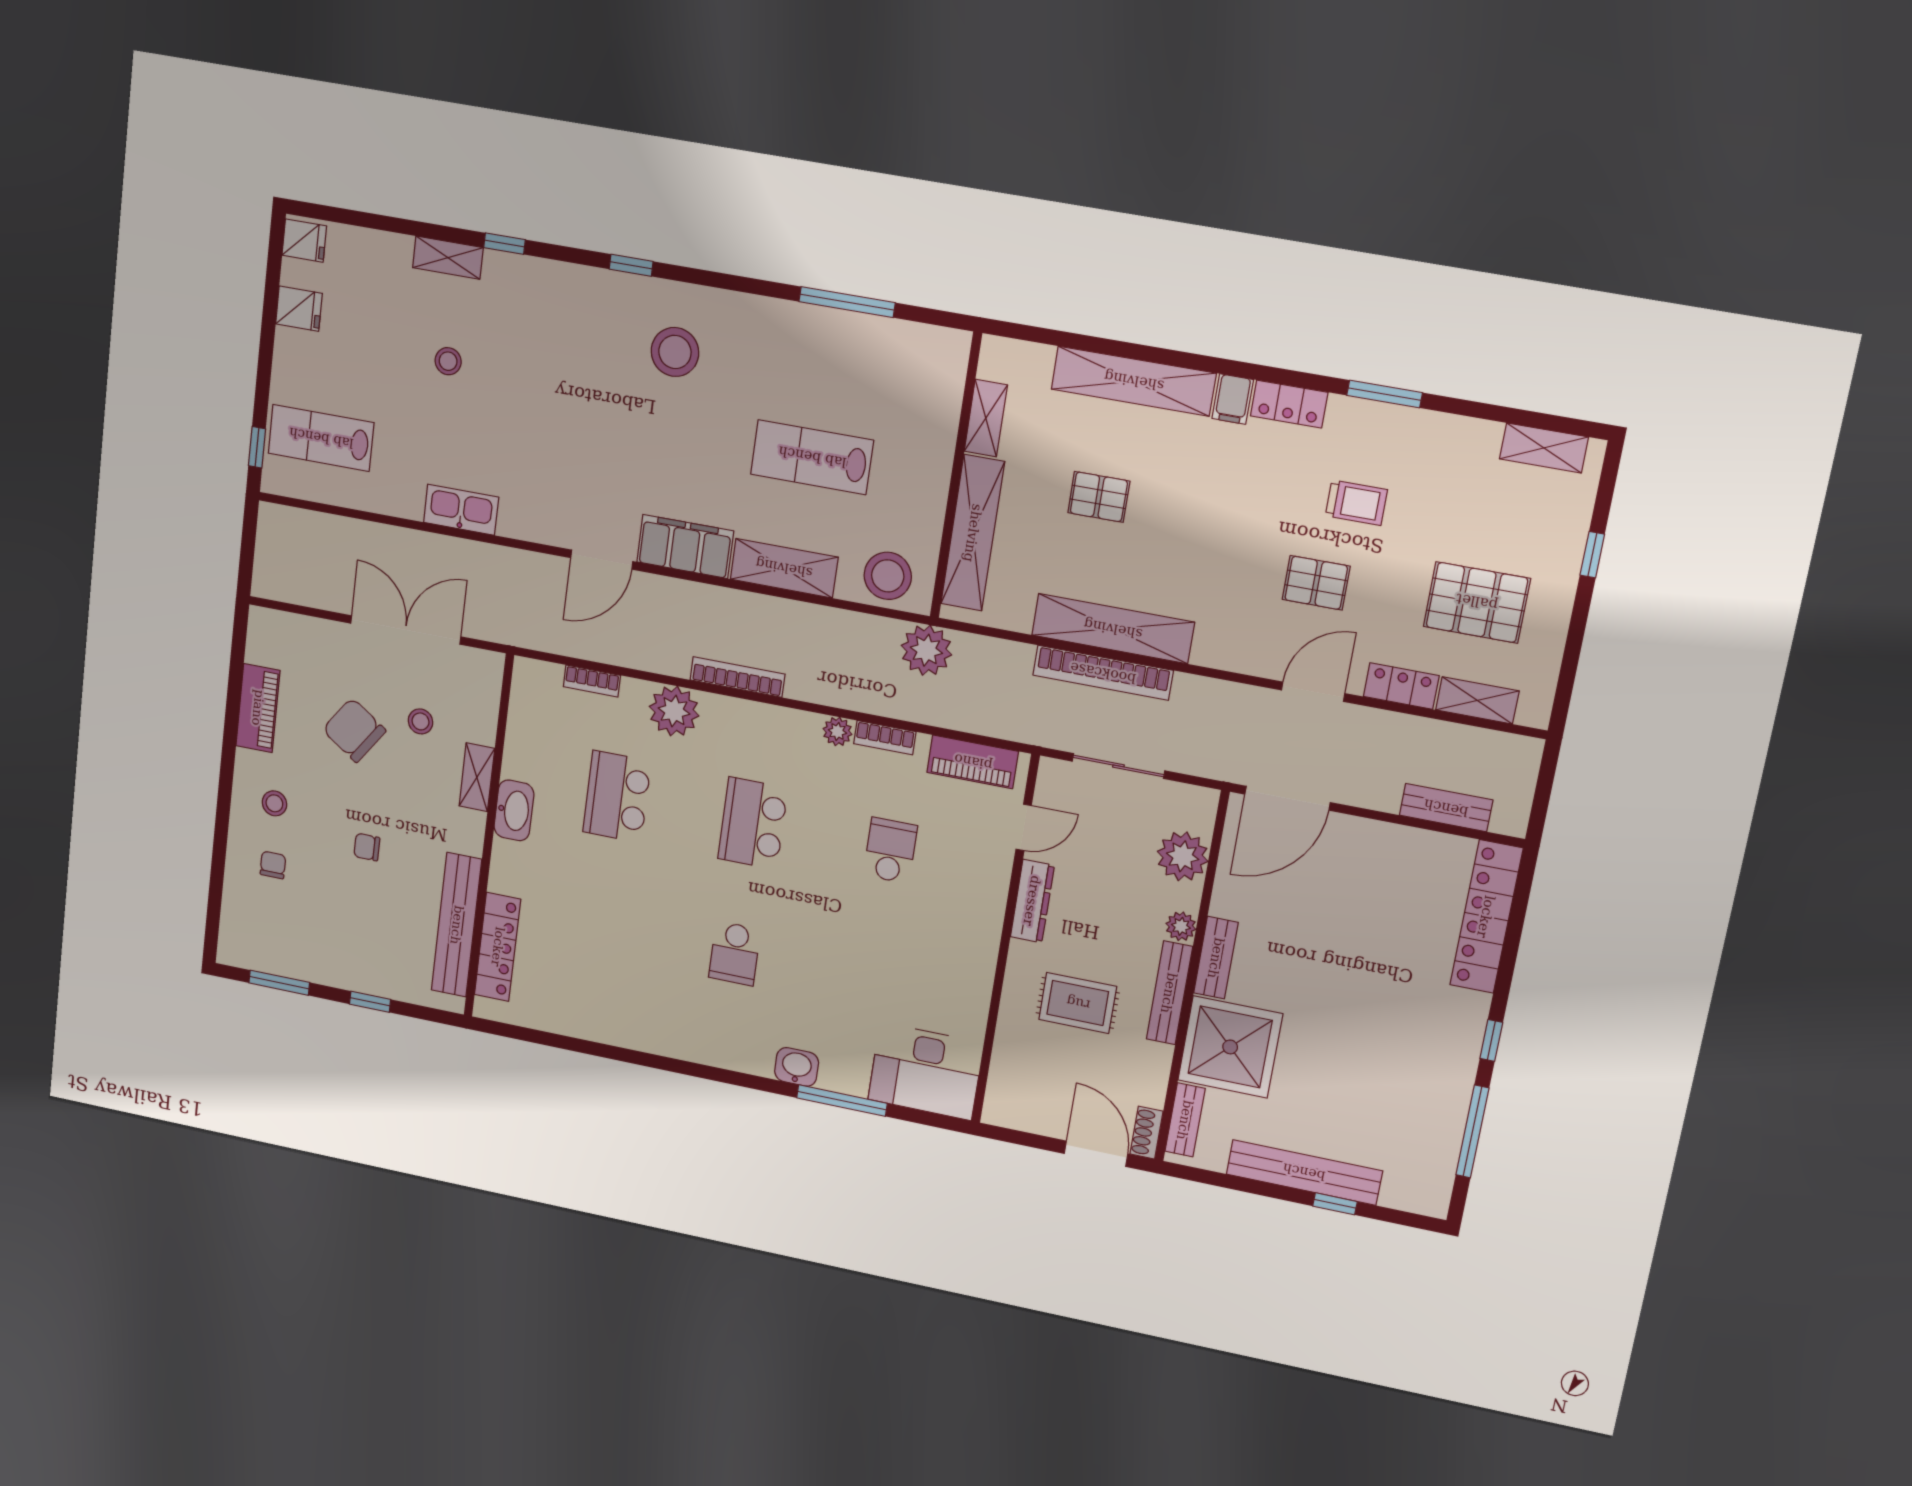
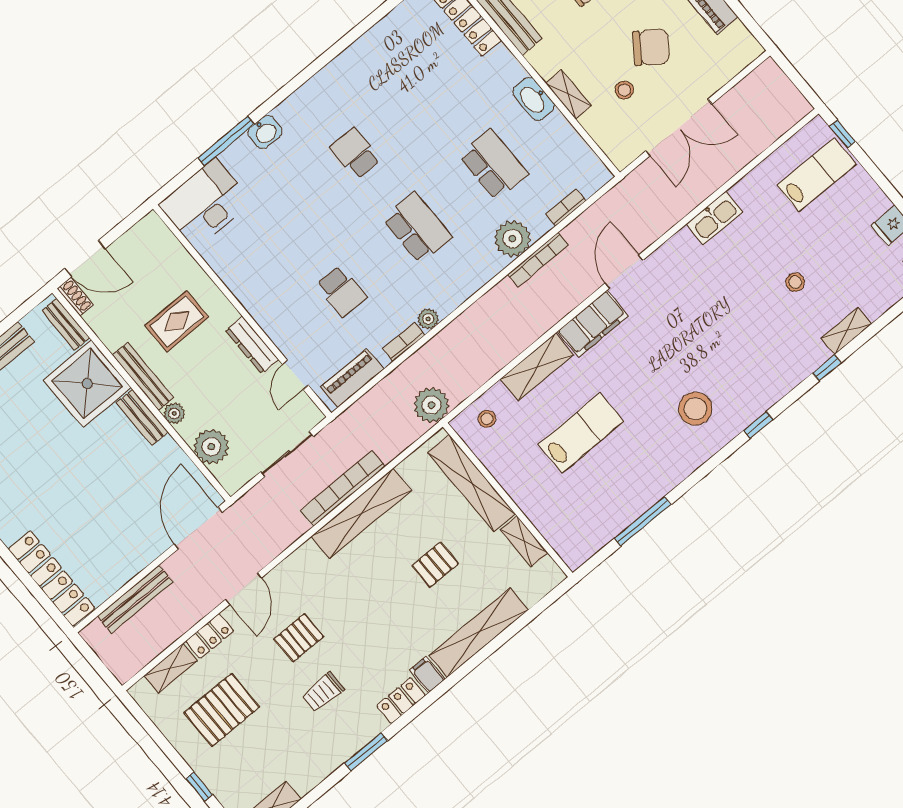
stool: (888, 576) -> (487, 419), width x0.53, depth x0.53
bookcase: (737, 677) -> (538, 260), moved
bench: (1446, 808) -> (135, 599), width x1.36

